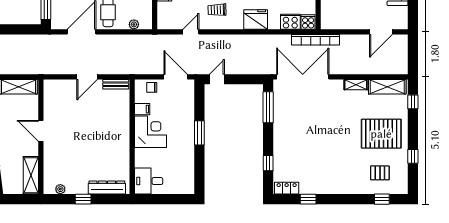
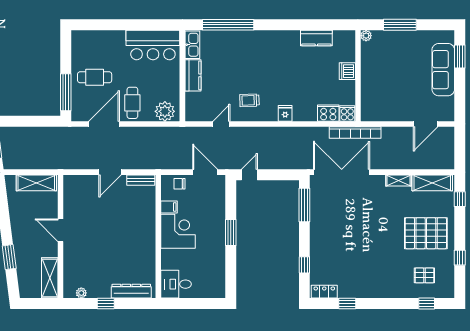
fridge: (256, 19) -> (285, 113), width x0.53, depth x0.75
plant: (134, 24) -> (165, 111), width x1.88, depth x1.88

